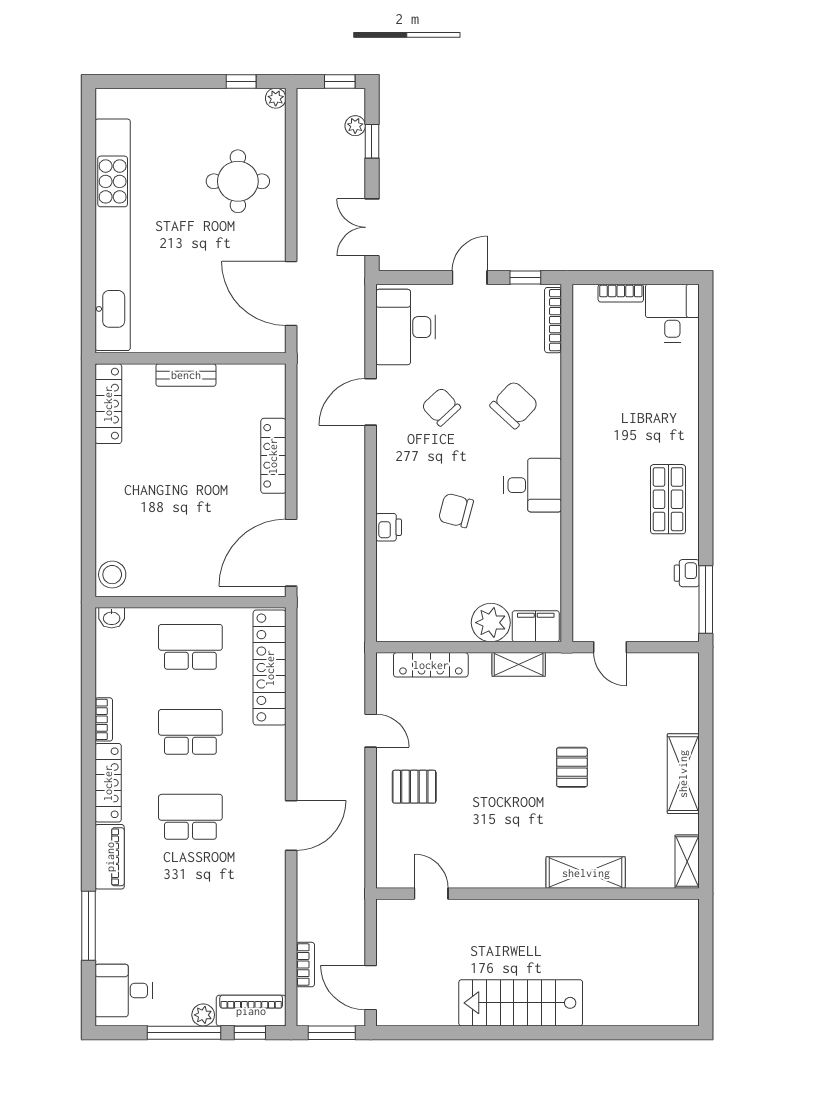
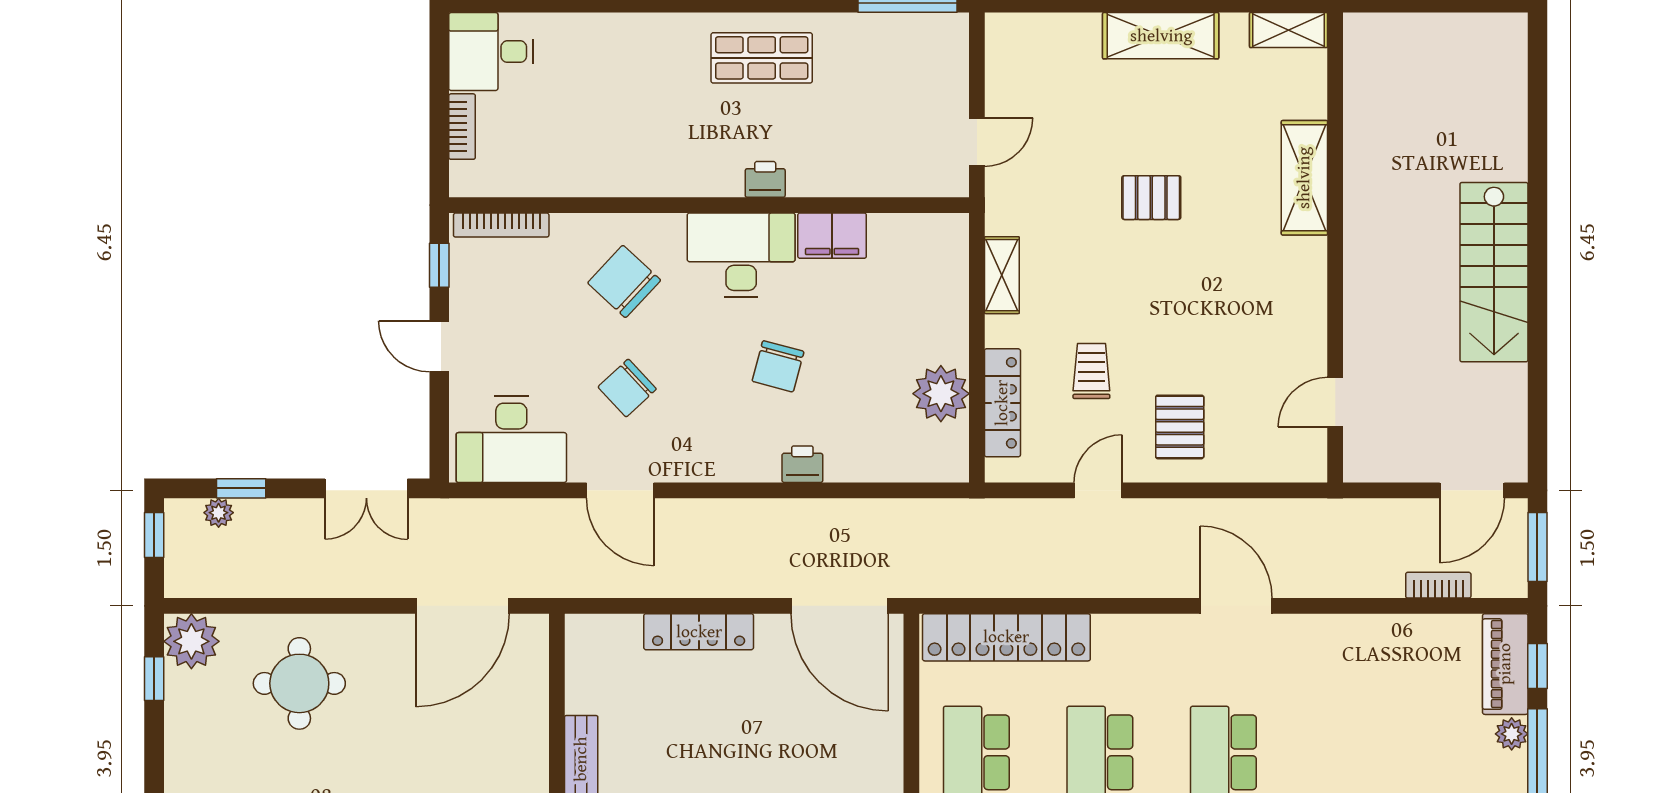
plant: (276, 98) -> (191, 641), width x1.87, depth x1.87
desk: (532, 485) -> (741, 255), width x1.37
printer: (687, 573) -> (765, 179), moved, turned 180
plant: (491, 623) -> (941, 394), moved
filing cabinet: (536, 626) -> (832, 236), moved, turned -90
trolley: (453, 726) -> (1091, 371), added

